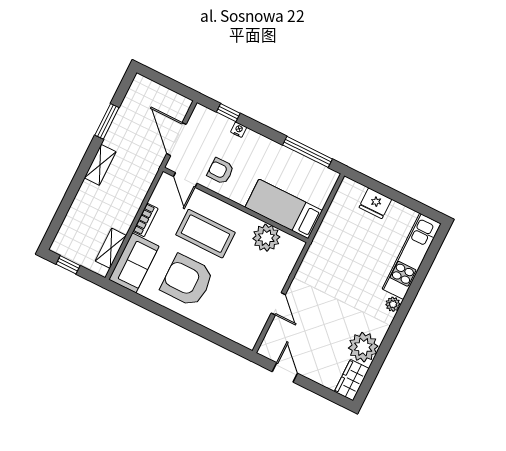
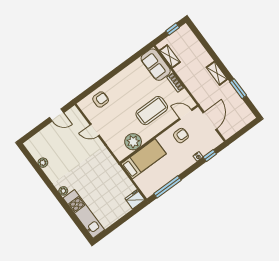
door: (176, 139) -> (210, 121), hinge flipped
fridge: (375, 203) -> (135, 199), moved
armchair: (187, 280) -> (101, 99), moved, width x0.53, depth x0.53
plant: (363, 347) -> (43, 163), width x0.53, depth x0.53
wardrobe: (352, 380) -> (34, 148), removed

